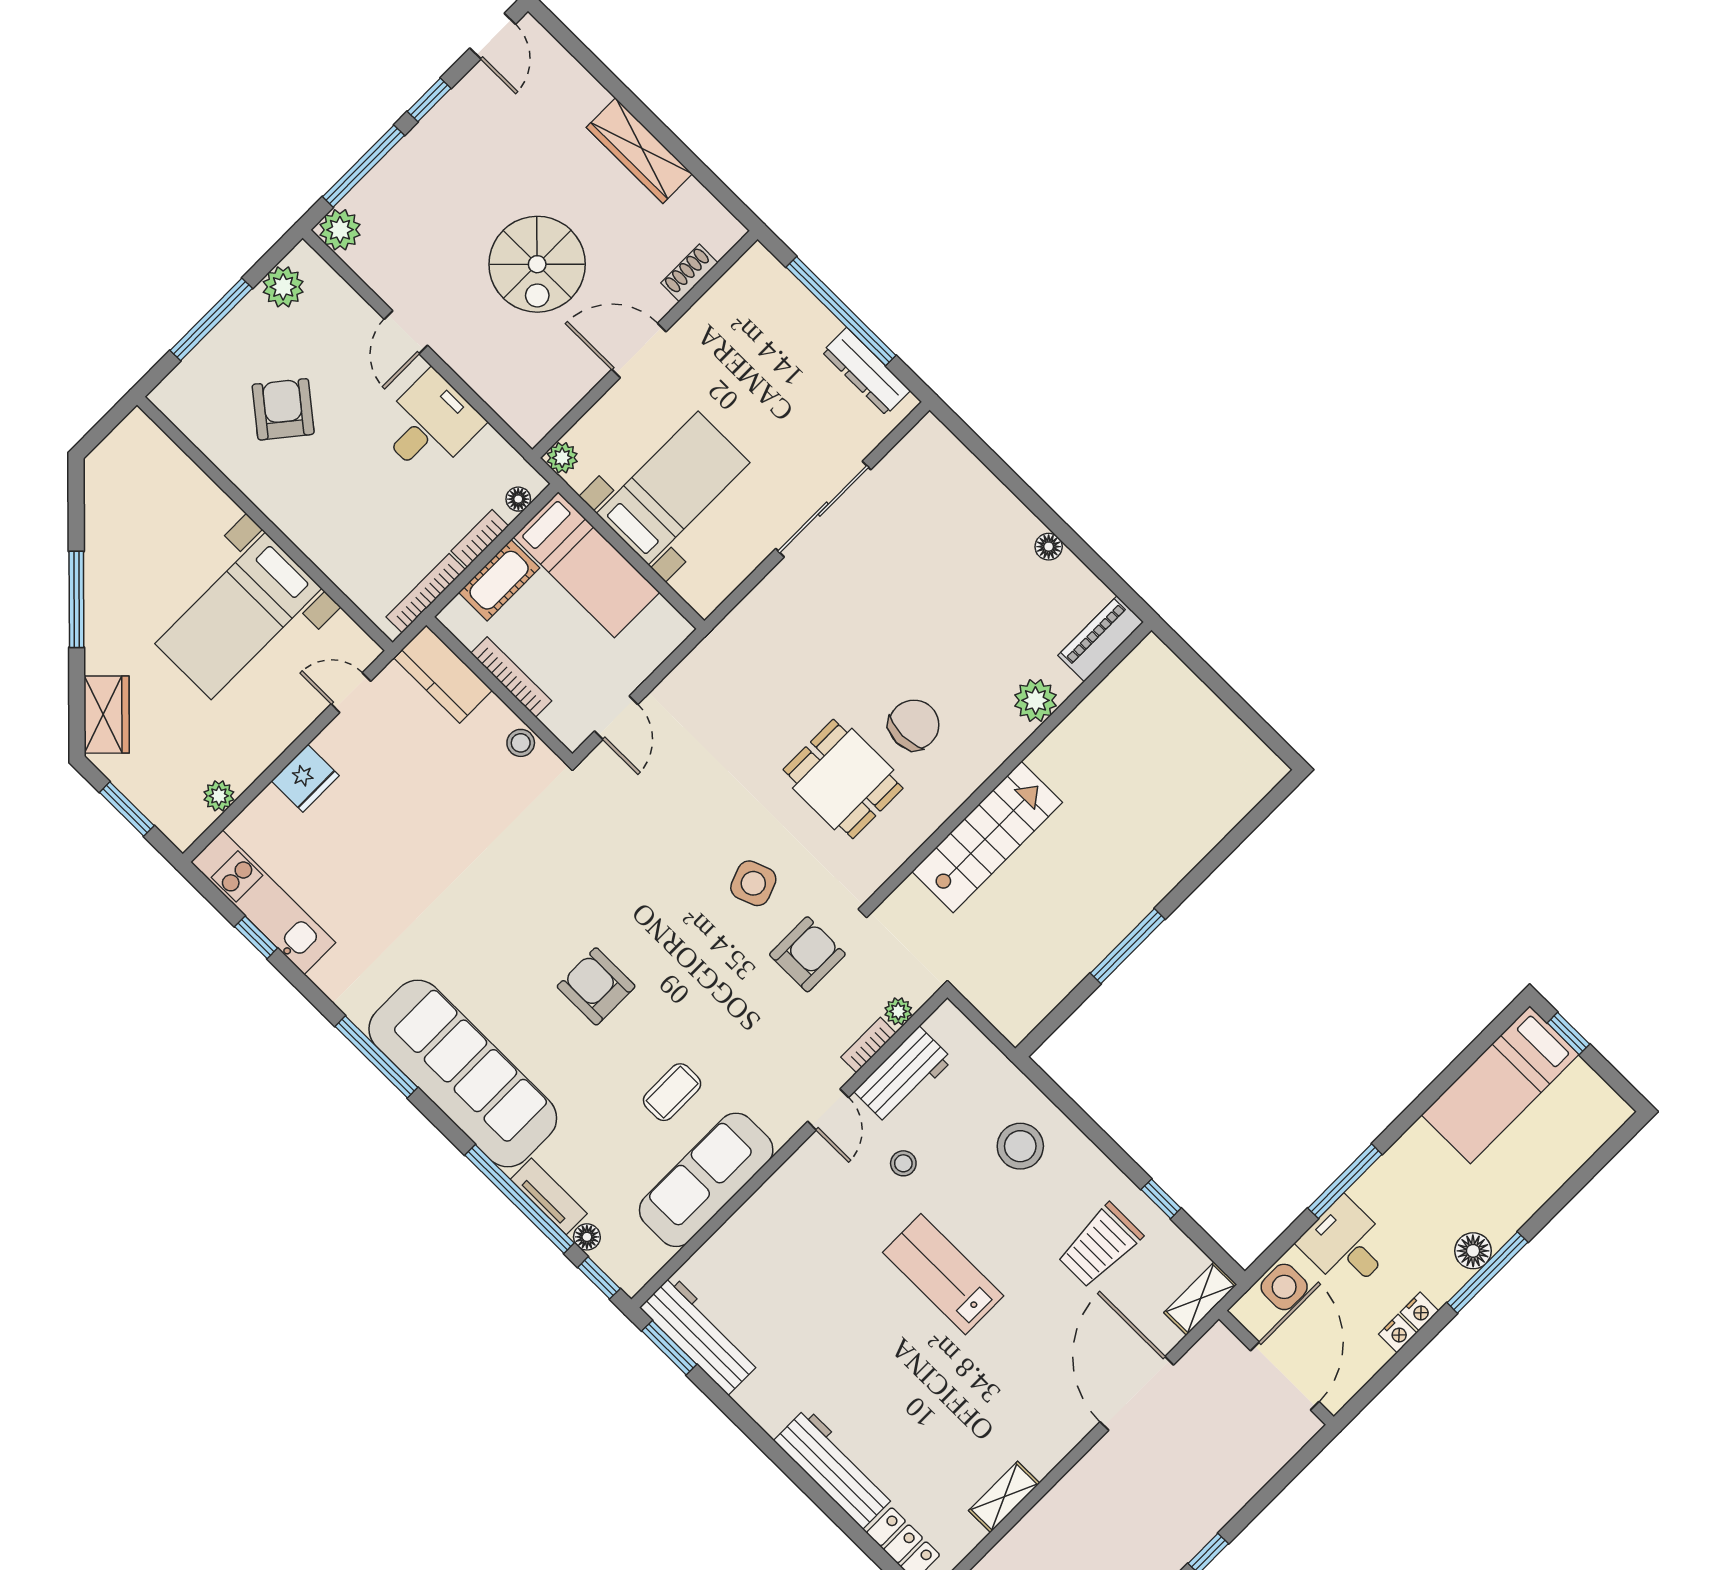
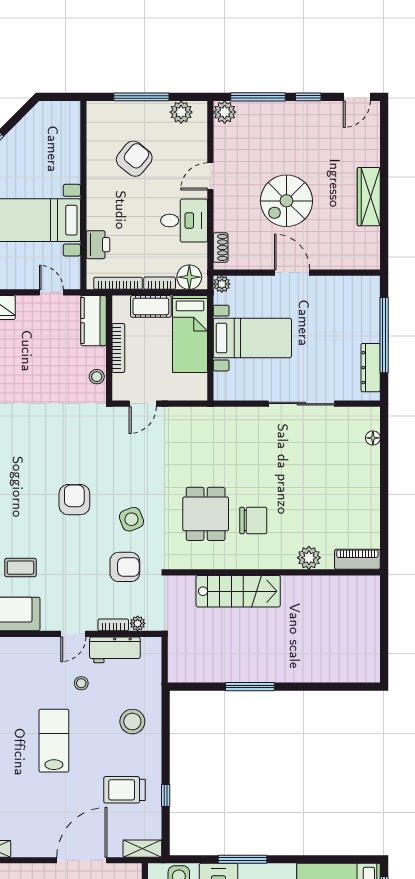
shoe rack: (689, 273) -> (221, 247), moved, turned 90
floor lamp: (518, 499) -> (189, 277), width x1.89, depth x1.89
floor lamp: (1049, 547) -> (373, 438), moved
printer: (349, 569) -> (98, 245), added
armchair: (596, 986) -> (74, 500), moved

